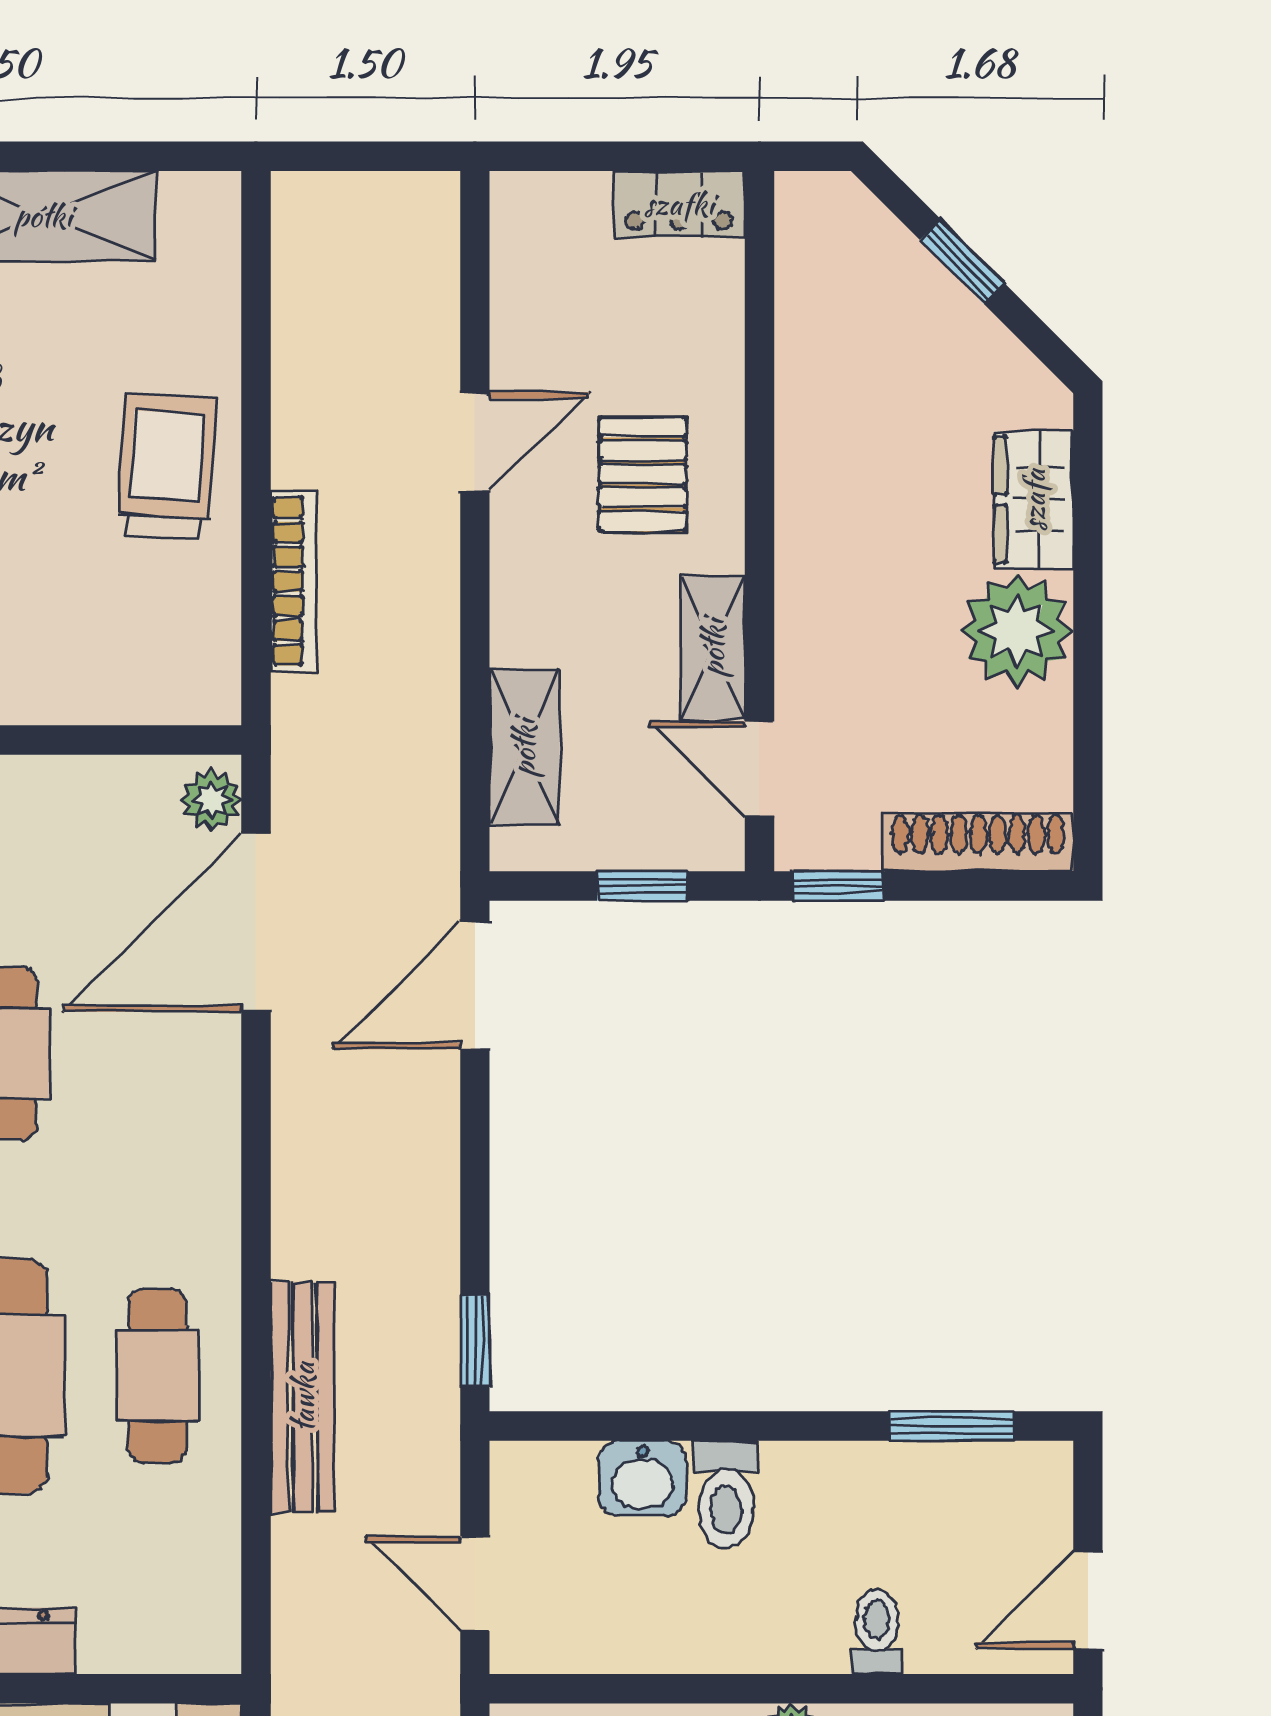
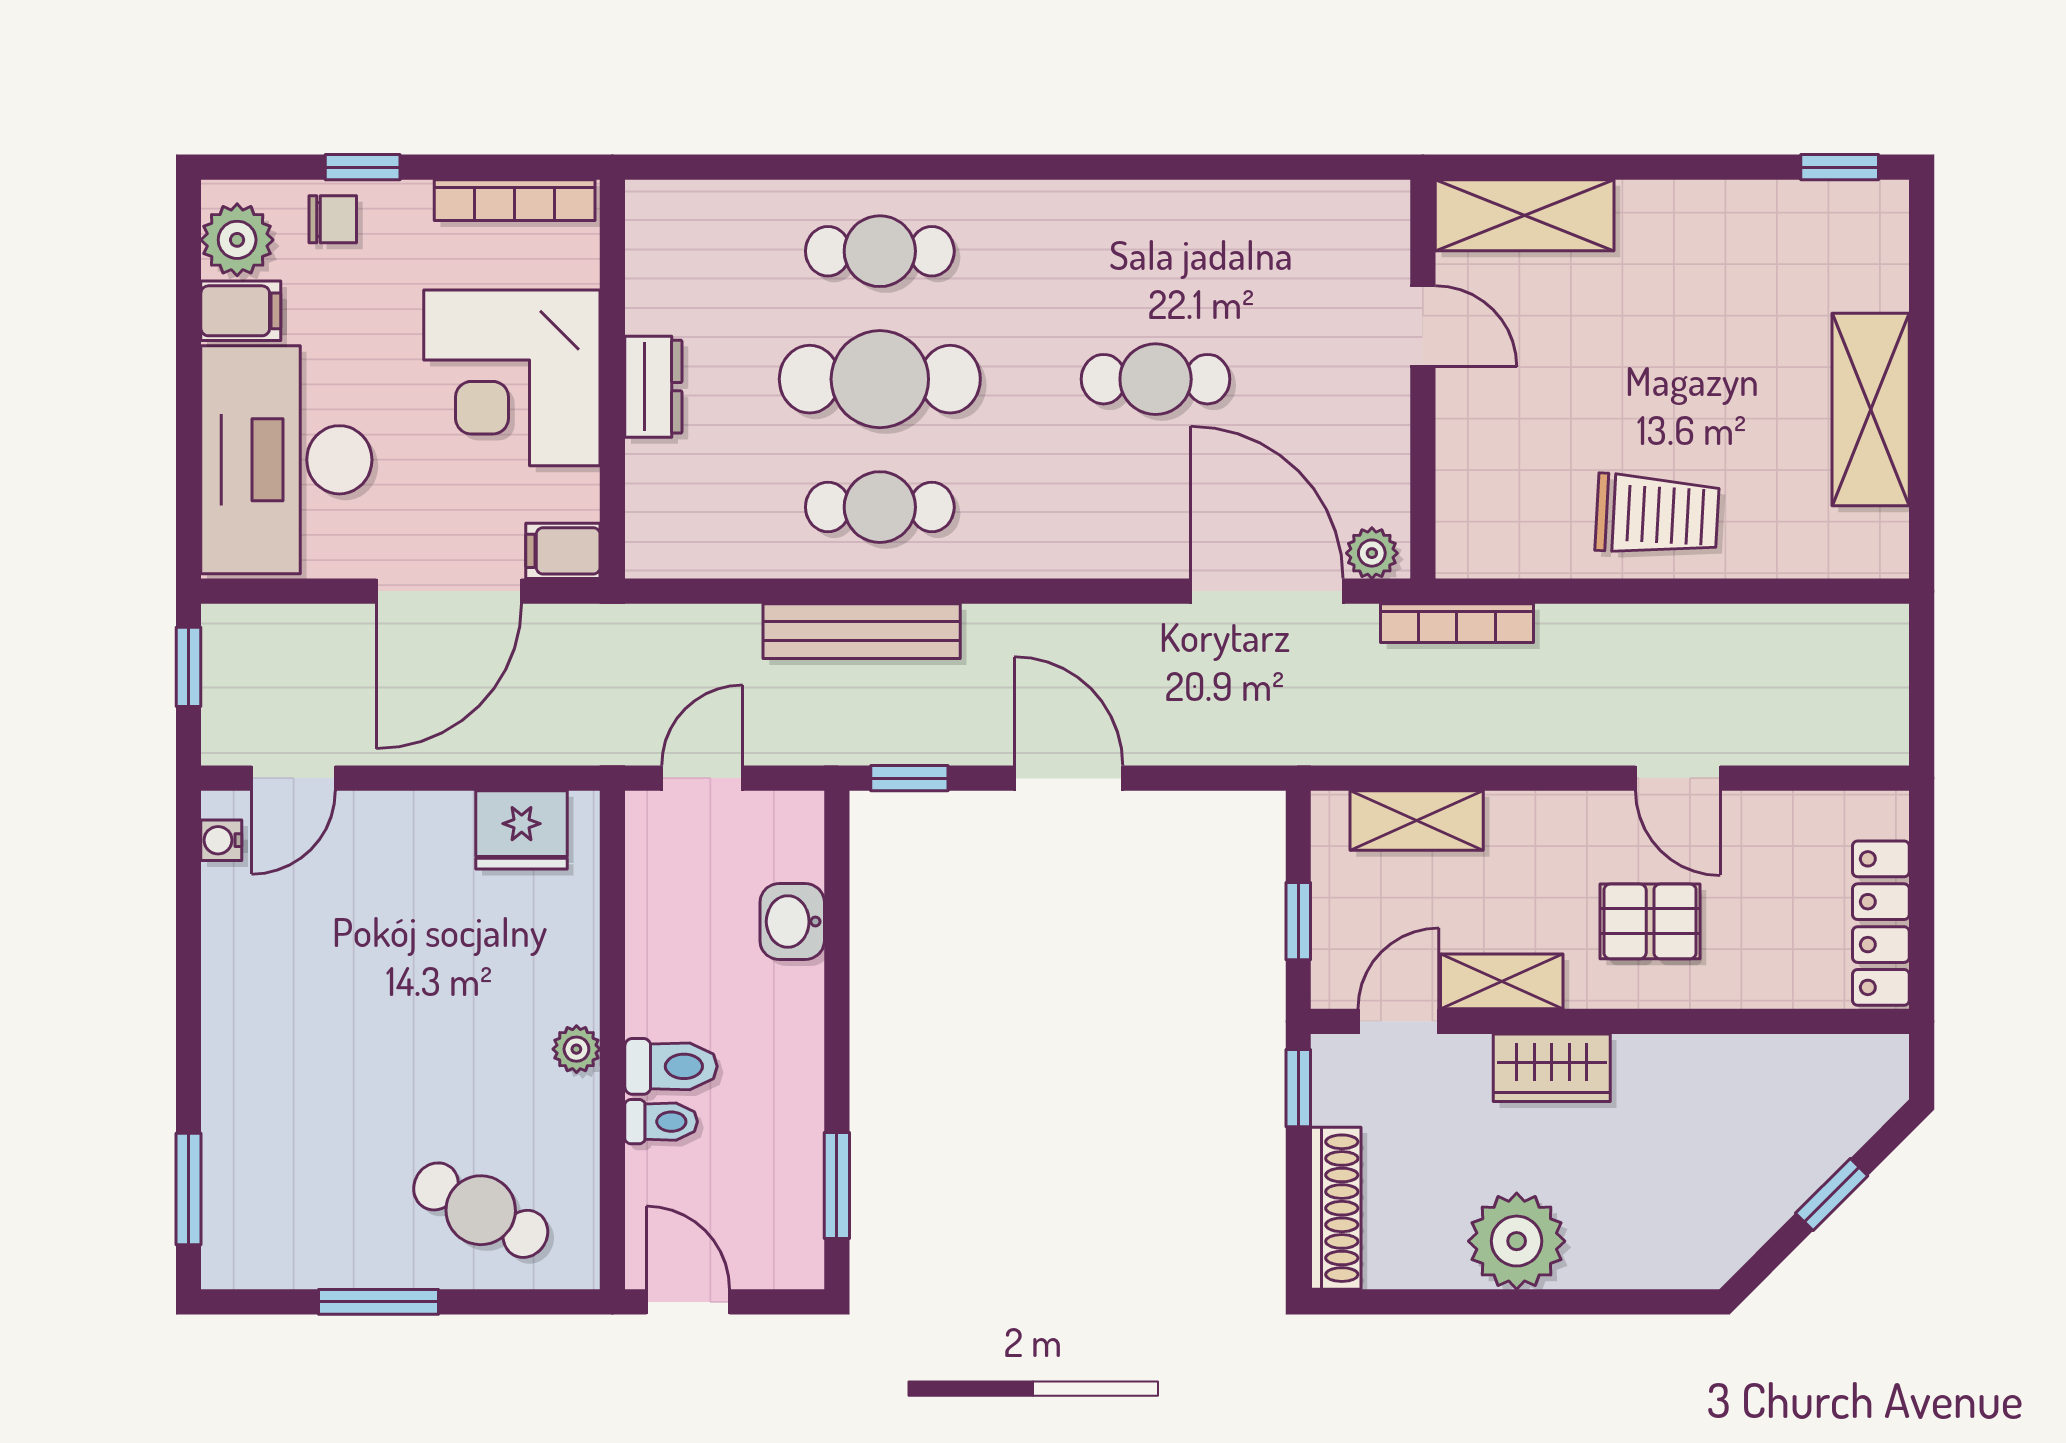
locker: (679, 204) -> (1881, 923), width x1.53
wardrobe: (1034, 500) -> (1552, 1068), moved, turned 180
bookcase: (293, 581) -> (1457, 623), moved
door: (475, 985) -> (1069, 778), moved
toilet: (726, 1495) -> (671, 1066), moved, turned 180

